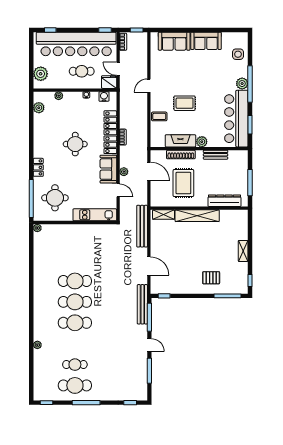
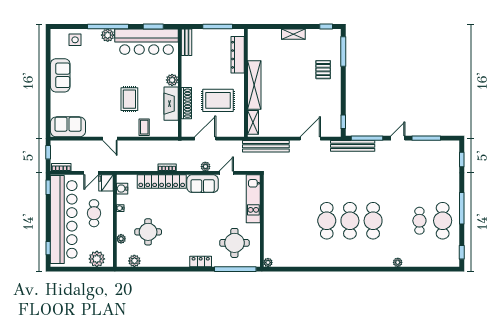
sofa: (174, 41) -> (68, 127), moved, turned -90
round table: (75, 144) -> (148, 232), moved
bench: (216, 155) -> (187, 42), moved

